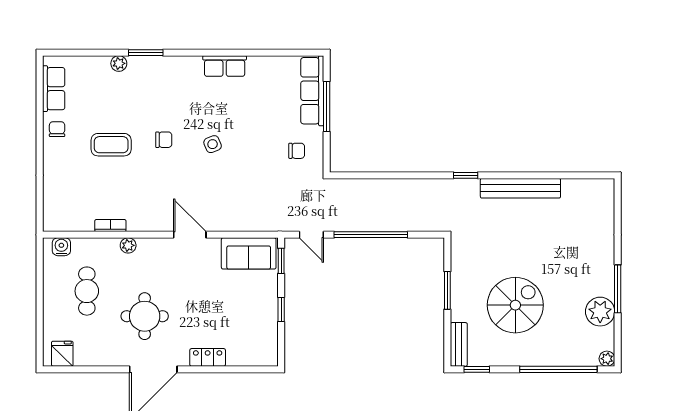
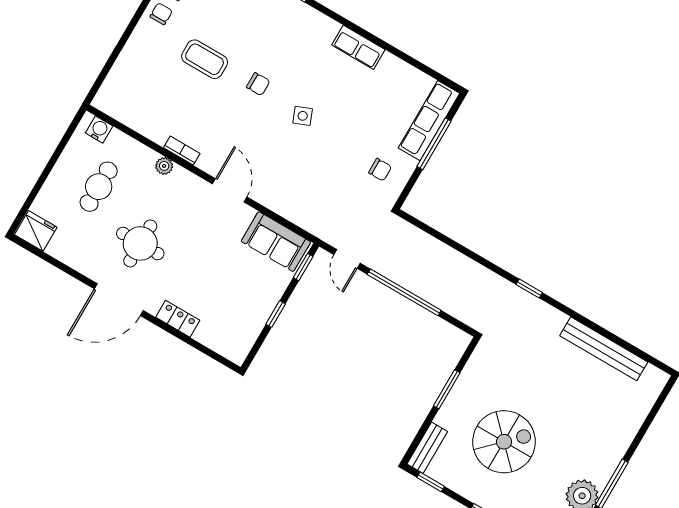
bench: (520, 188) -> (604, 349), moved
bookcase: (110, 226) -> (182, 151), moved
fridge: (62, 354) -> (36, 231), width x1.38

